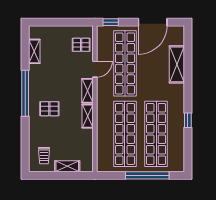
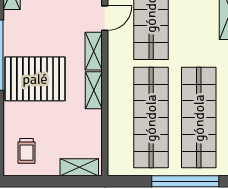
pallet: (49, 109) -> (35, 79), width x2.05, depth x2.00
shelving: (67, 166) -> (79, 167), moved

